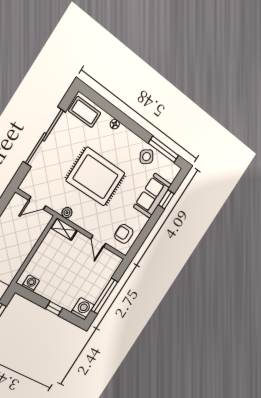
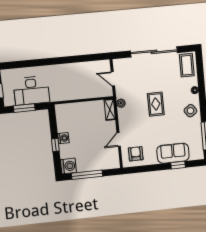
side table: (146, 157) -> (190, 111), moved
rug: (96, 177) -> (156, 104), width x0.54, depth x0.49
washing machine: (31, 283) -> (63, 138), moved

